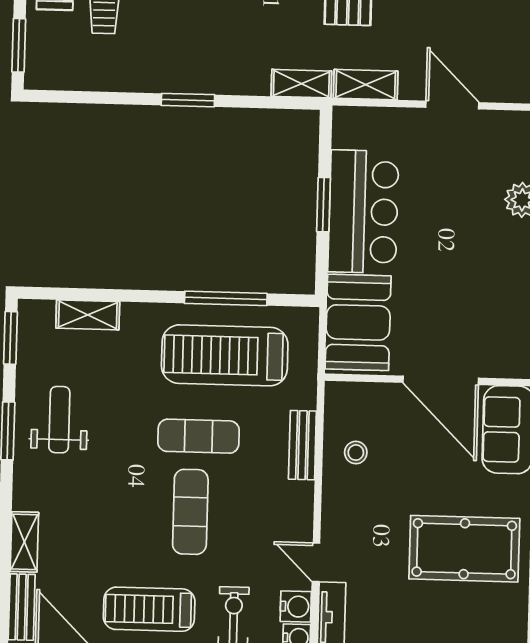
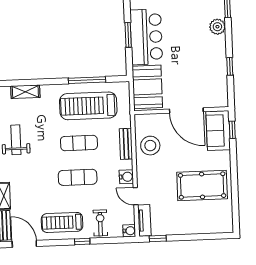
stool: (356, 453) -> (150, 146), width x1.89, depth x1.89
exercise mat: (190, 512) -> (78, 177), turned 90
water cooler: (296, 606) -> (126, 177), moved

